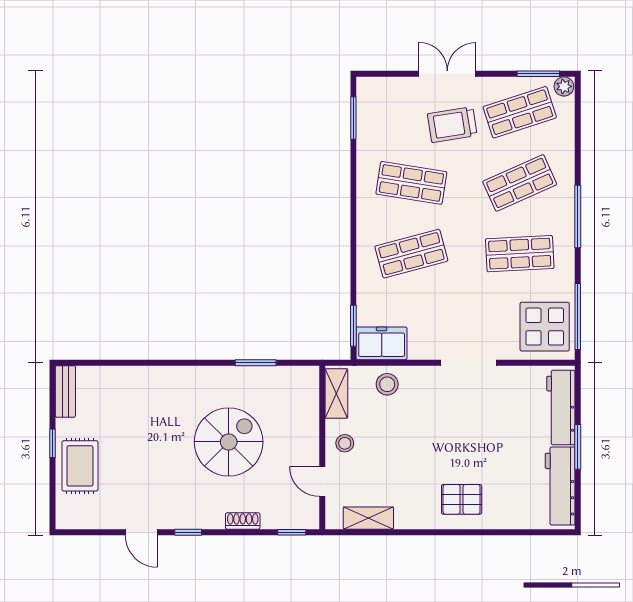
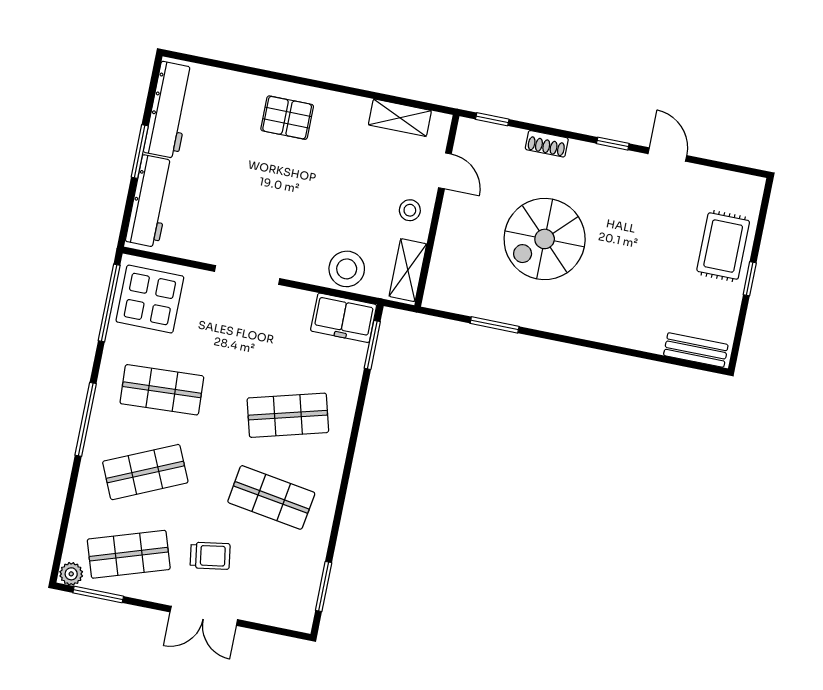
trolley: (452, 125) -> (210, 556), width x0.73, depth x0.72
stool: (387, 384) -> (347, 269), width x1.38, depth x1.38
bench: (65, 391) -> (696, 350), moved, turned 90

